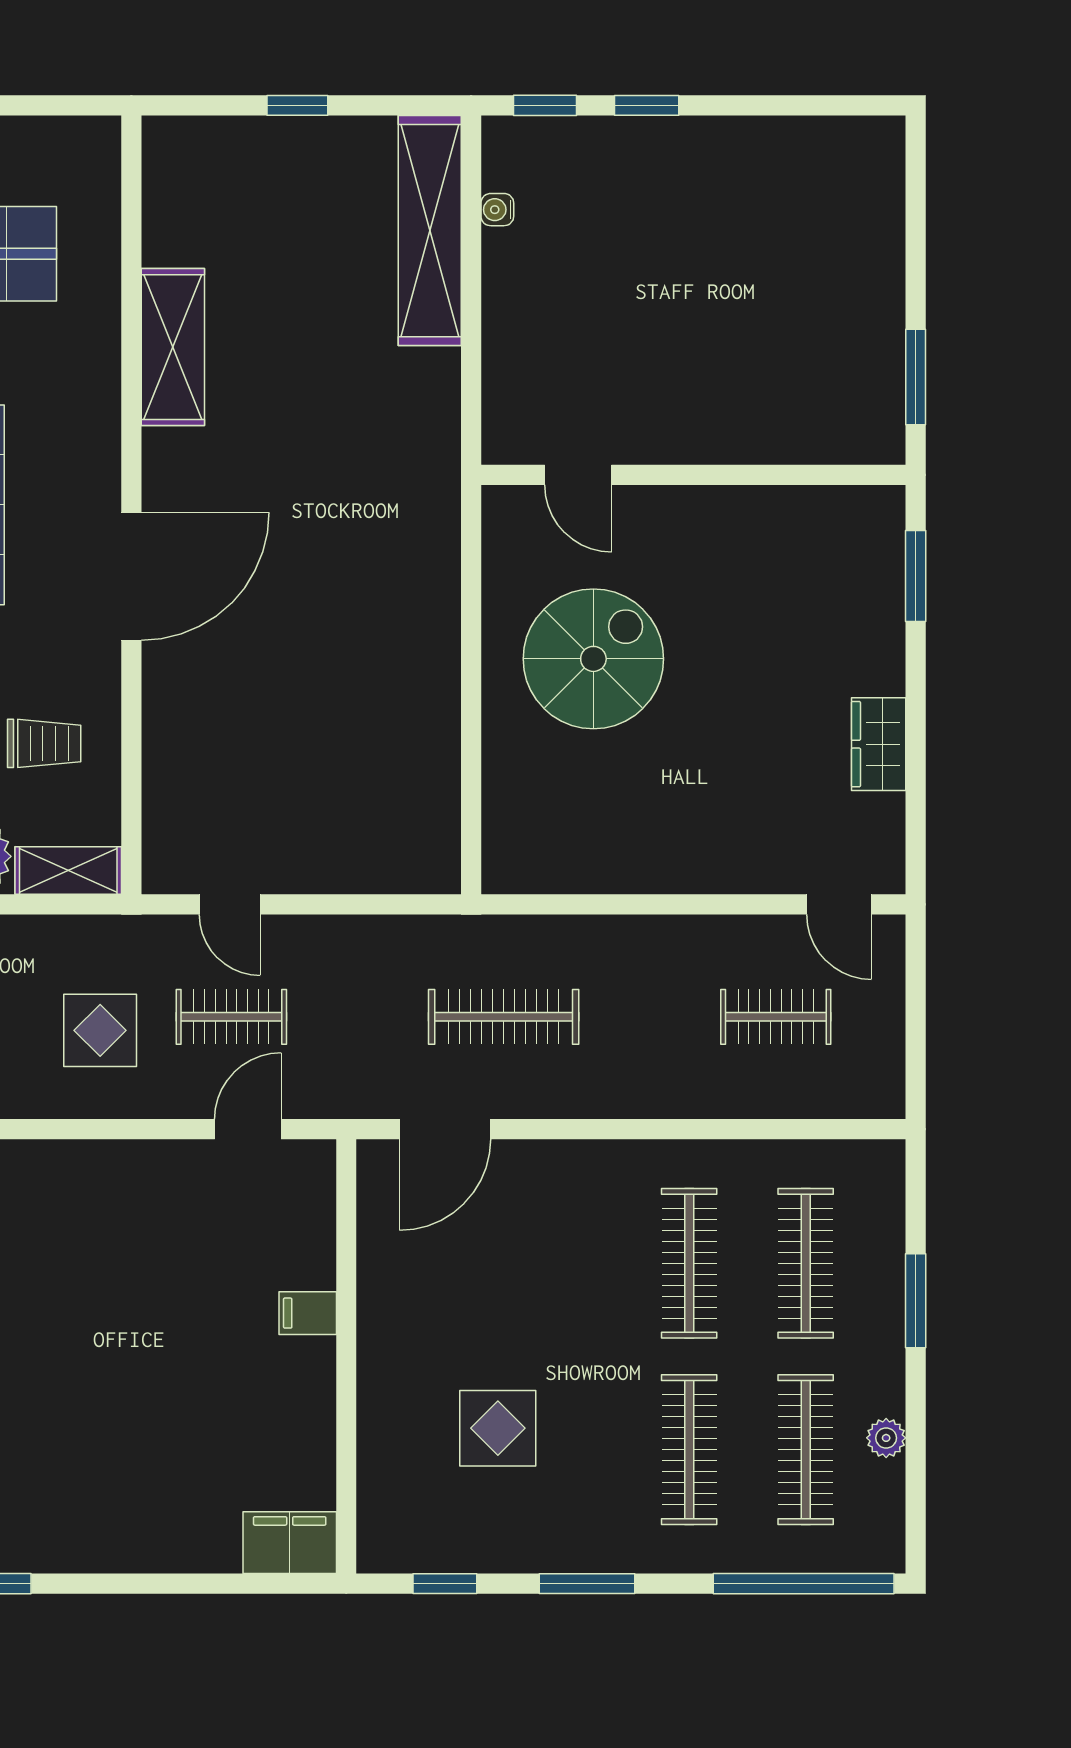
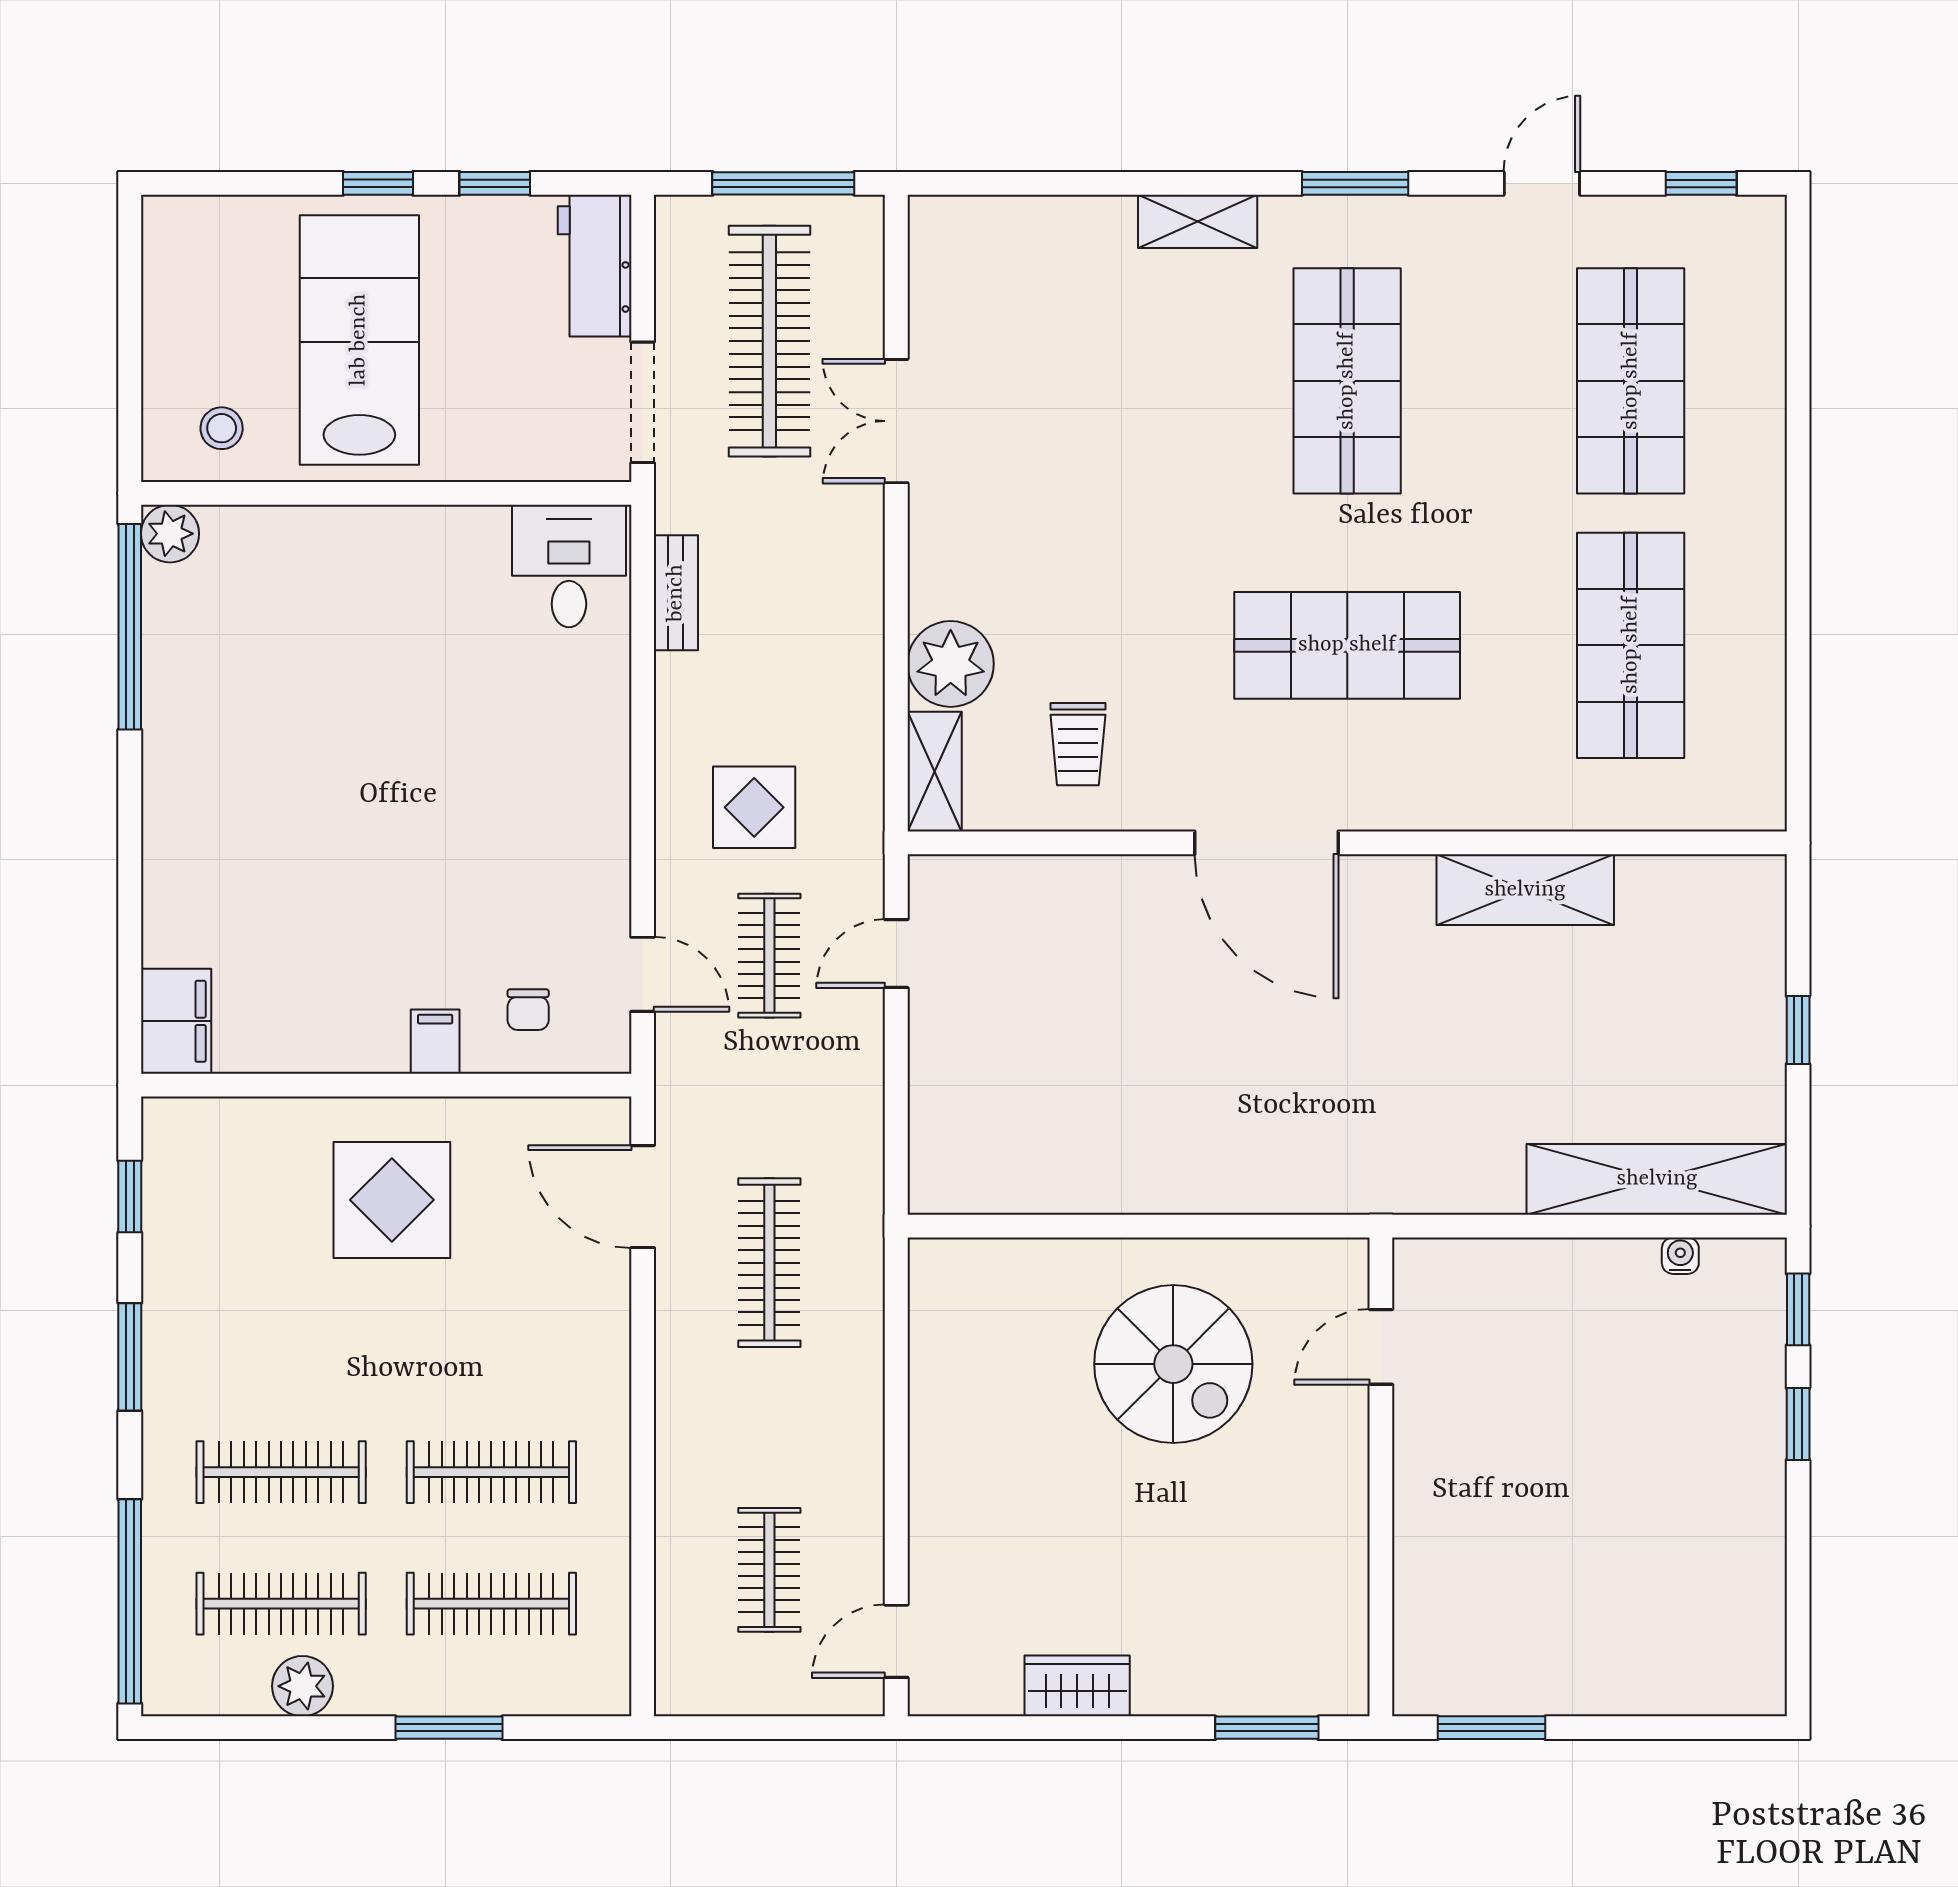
chair: (279, 1231) -> (528, 1010), added
display table: (498, 1428) -> (392, 1200), moved, width x1.36, depth x1.36
plant: (886, 1438) -> (302, 1686), width x1.38, depth x1.38

